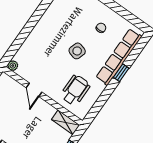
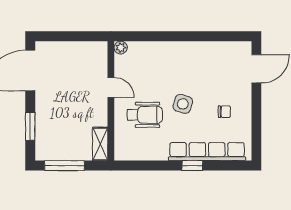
door: (34, 90) -> (111, 87), swing flipped
wheelchair: (75, 90) -> (145, 115), moved

